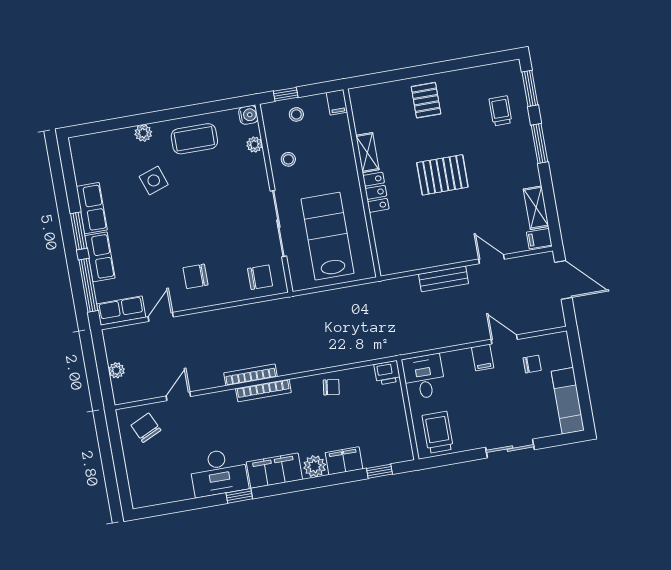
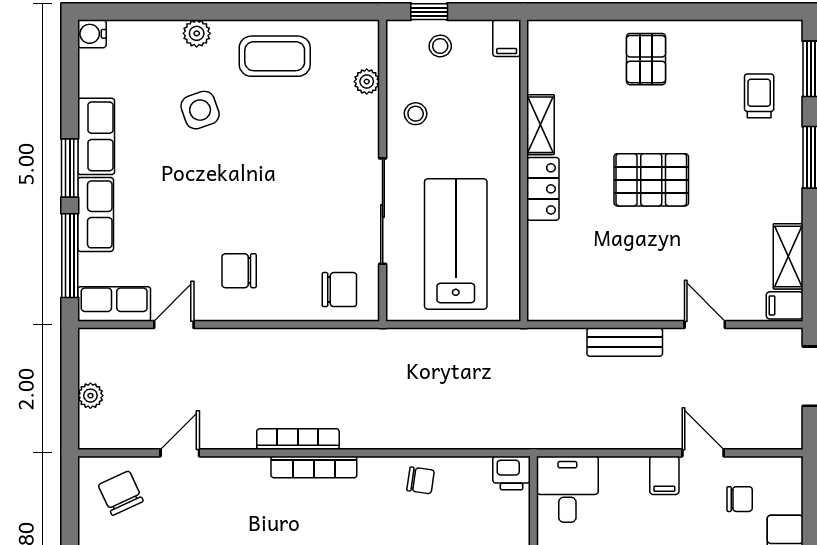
water cooler: (248, 115) -> (92, 34), moved, turned 180

